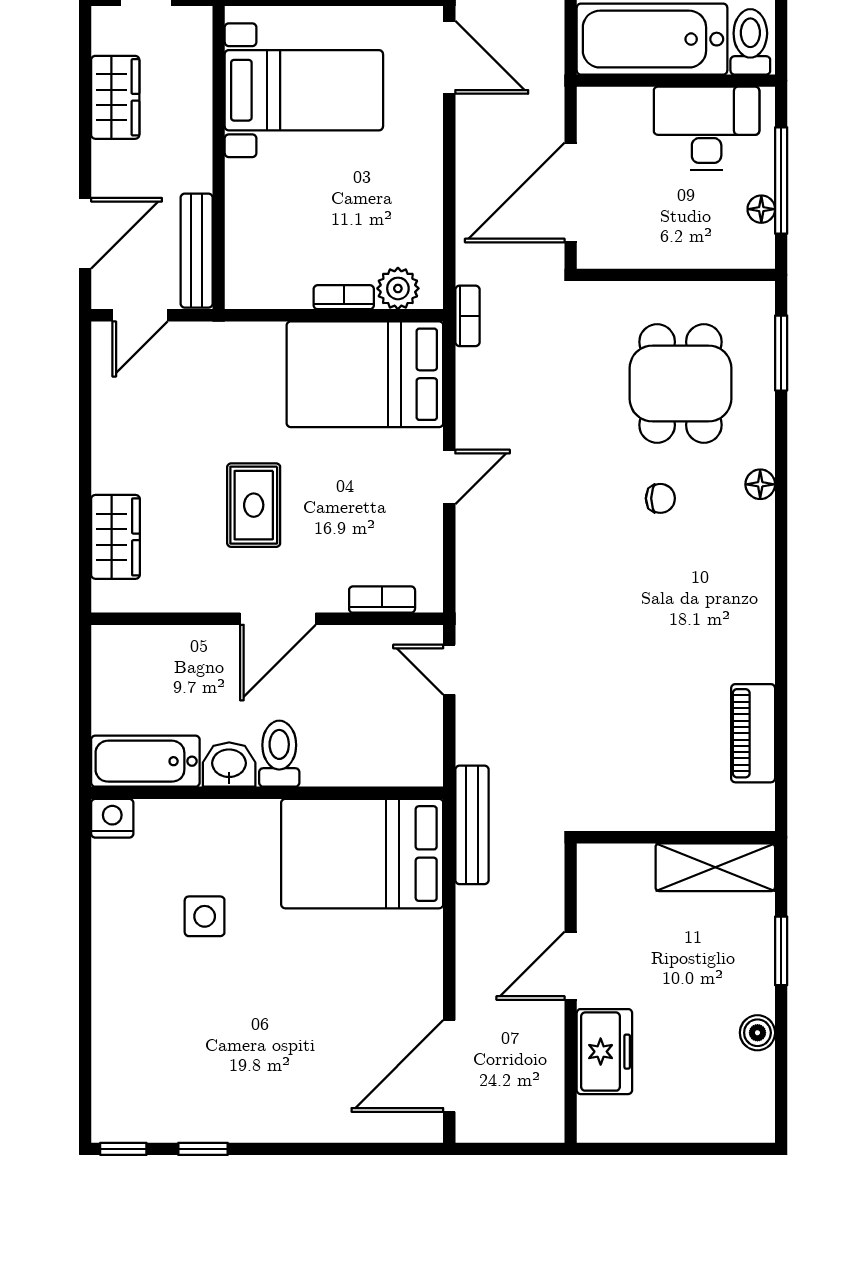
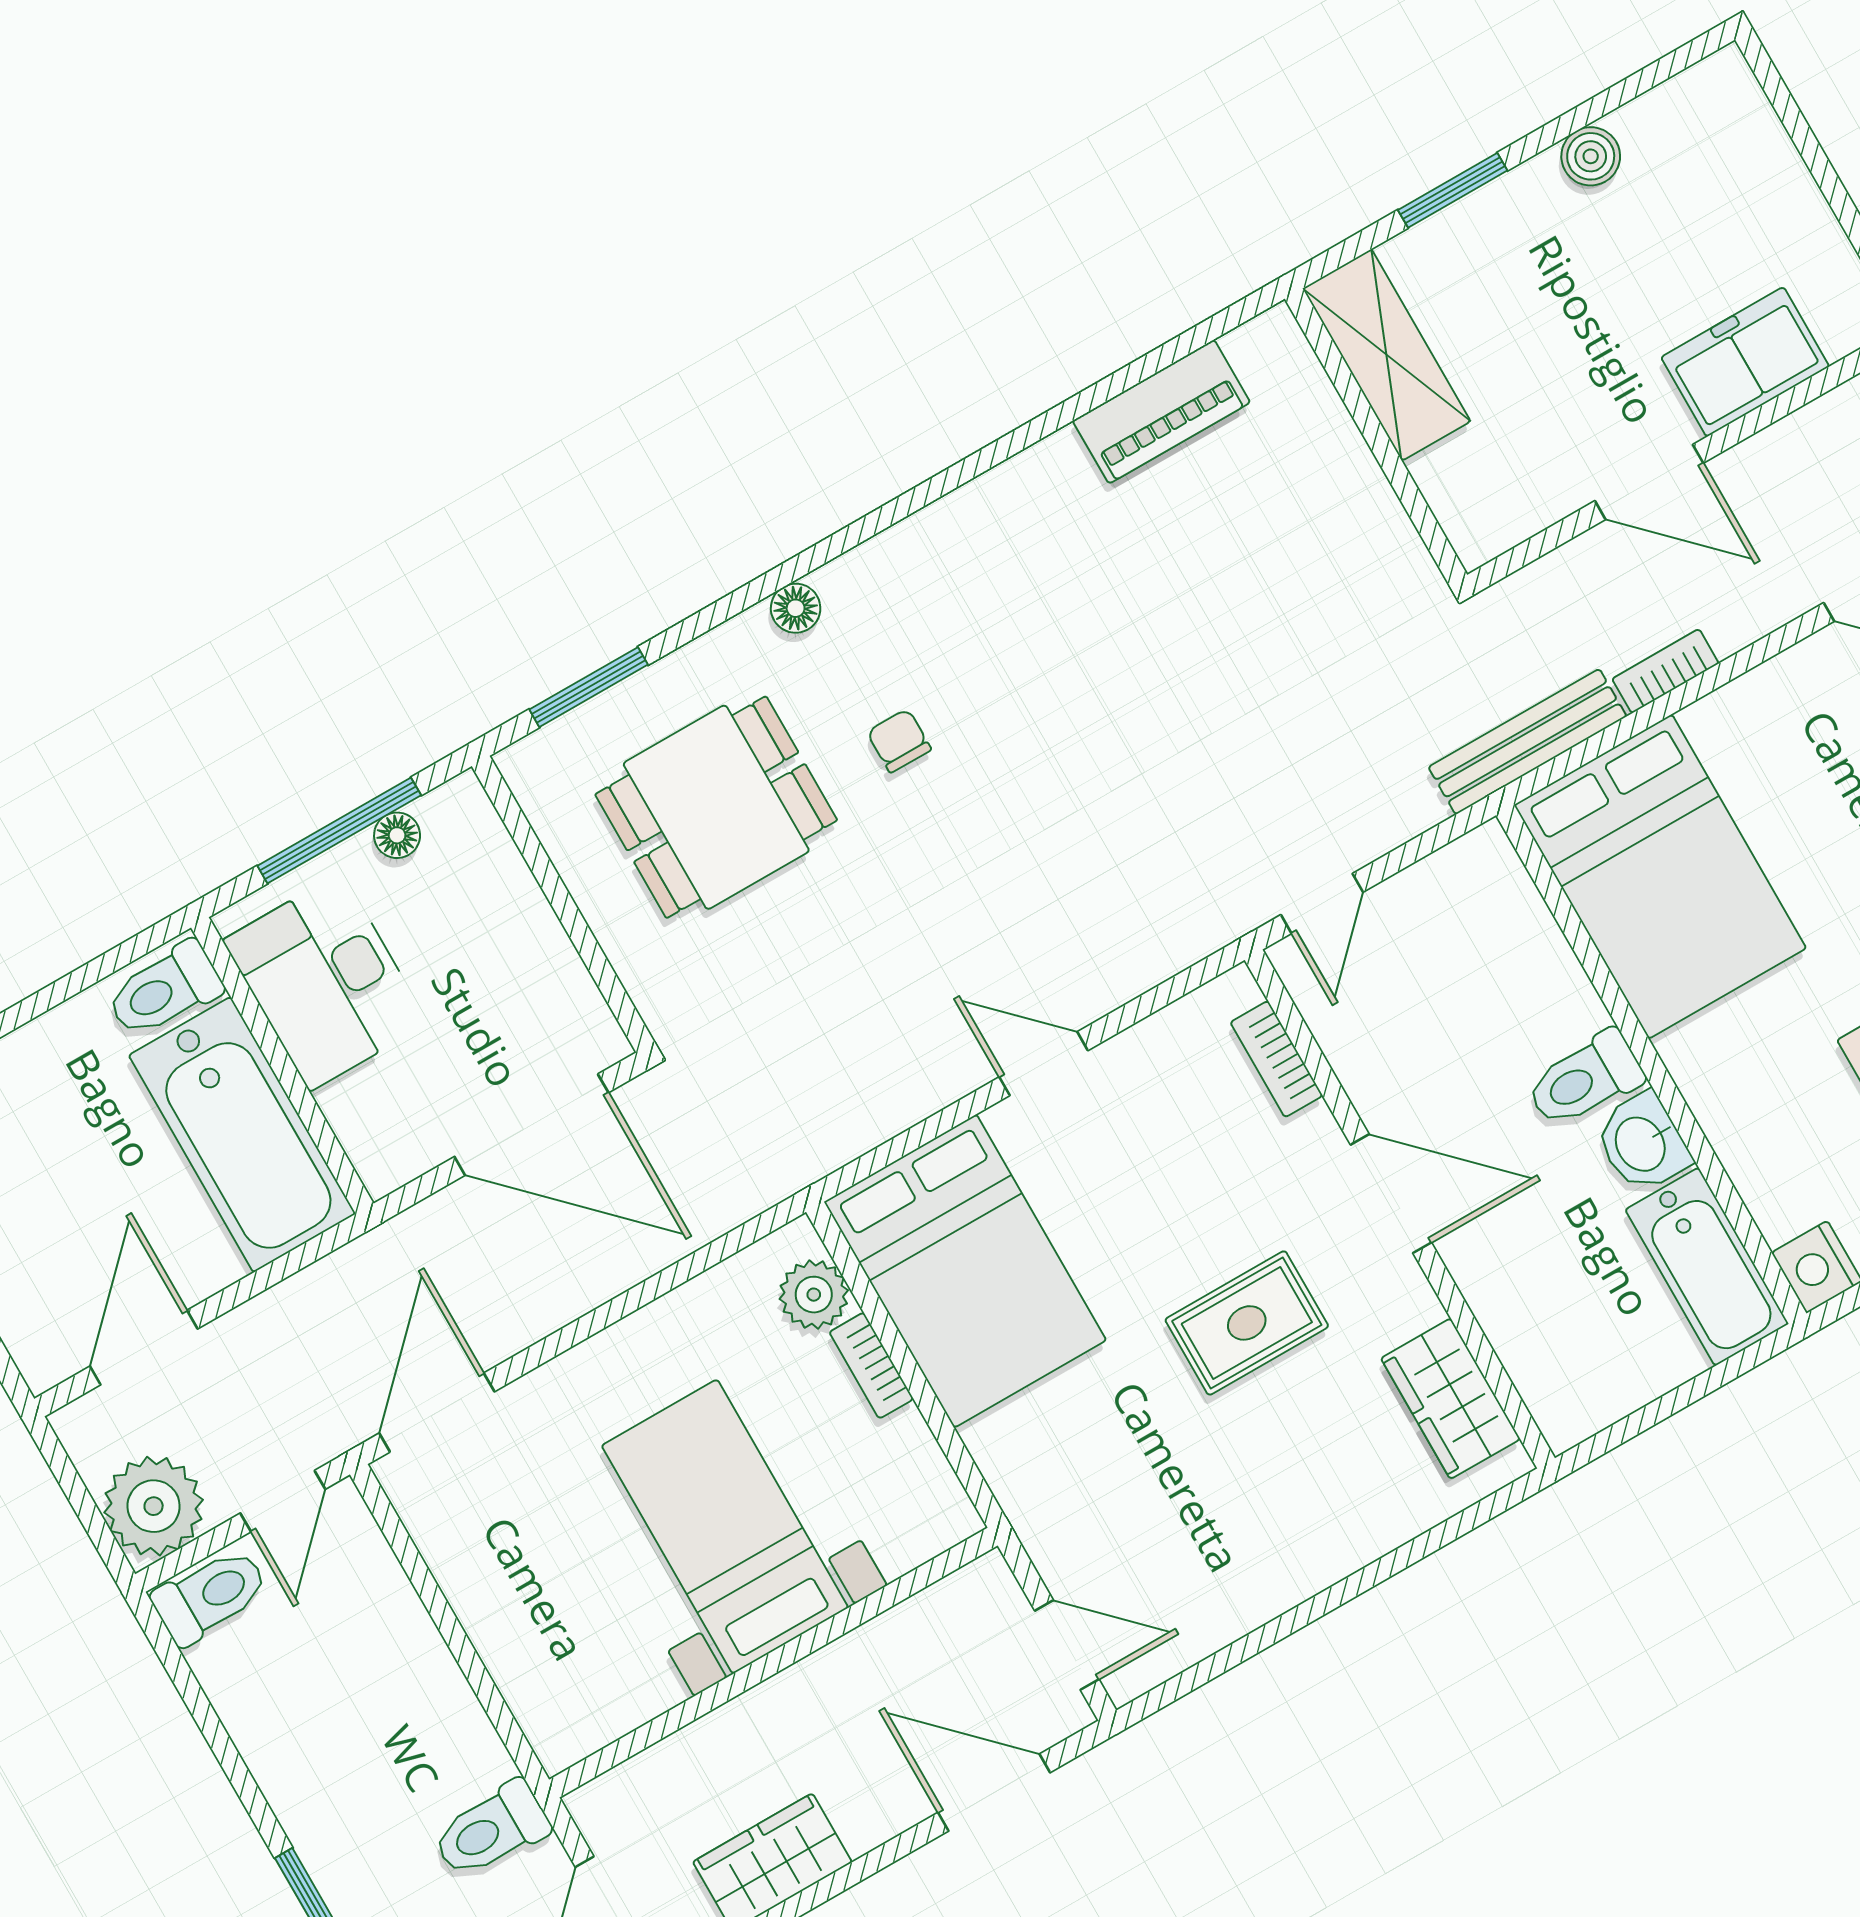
bed with nightstands: (304, 90) -> (725, 1527), moved
bench: (197, 251) -> (926, 1617), removed
bookcase: (467, 316) -> (1665, 671), moved
wardrobe: (115, 537) -> (1450, 1399), moved, turned -90

